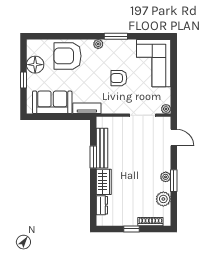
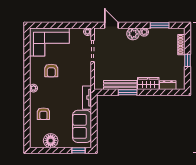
window: (116, 36) -> (27, 73), removed
armchair: (67, 56) -> (43, 114), width x0.53, depth x0.53
armchair: (119, 78) -> (51, 71), moved
window: (23, 80) -> (78, 150), moved
door: (174, 138) -> (111, 25), hinge flipped
window: (174, 181) -> (160, 25), moved
plant: (163, 199) -> (133, 34), moved

